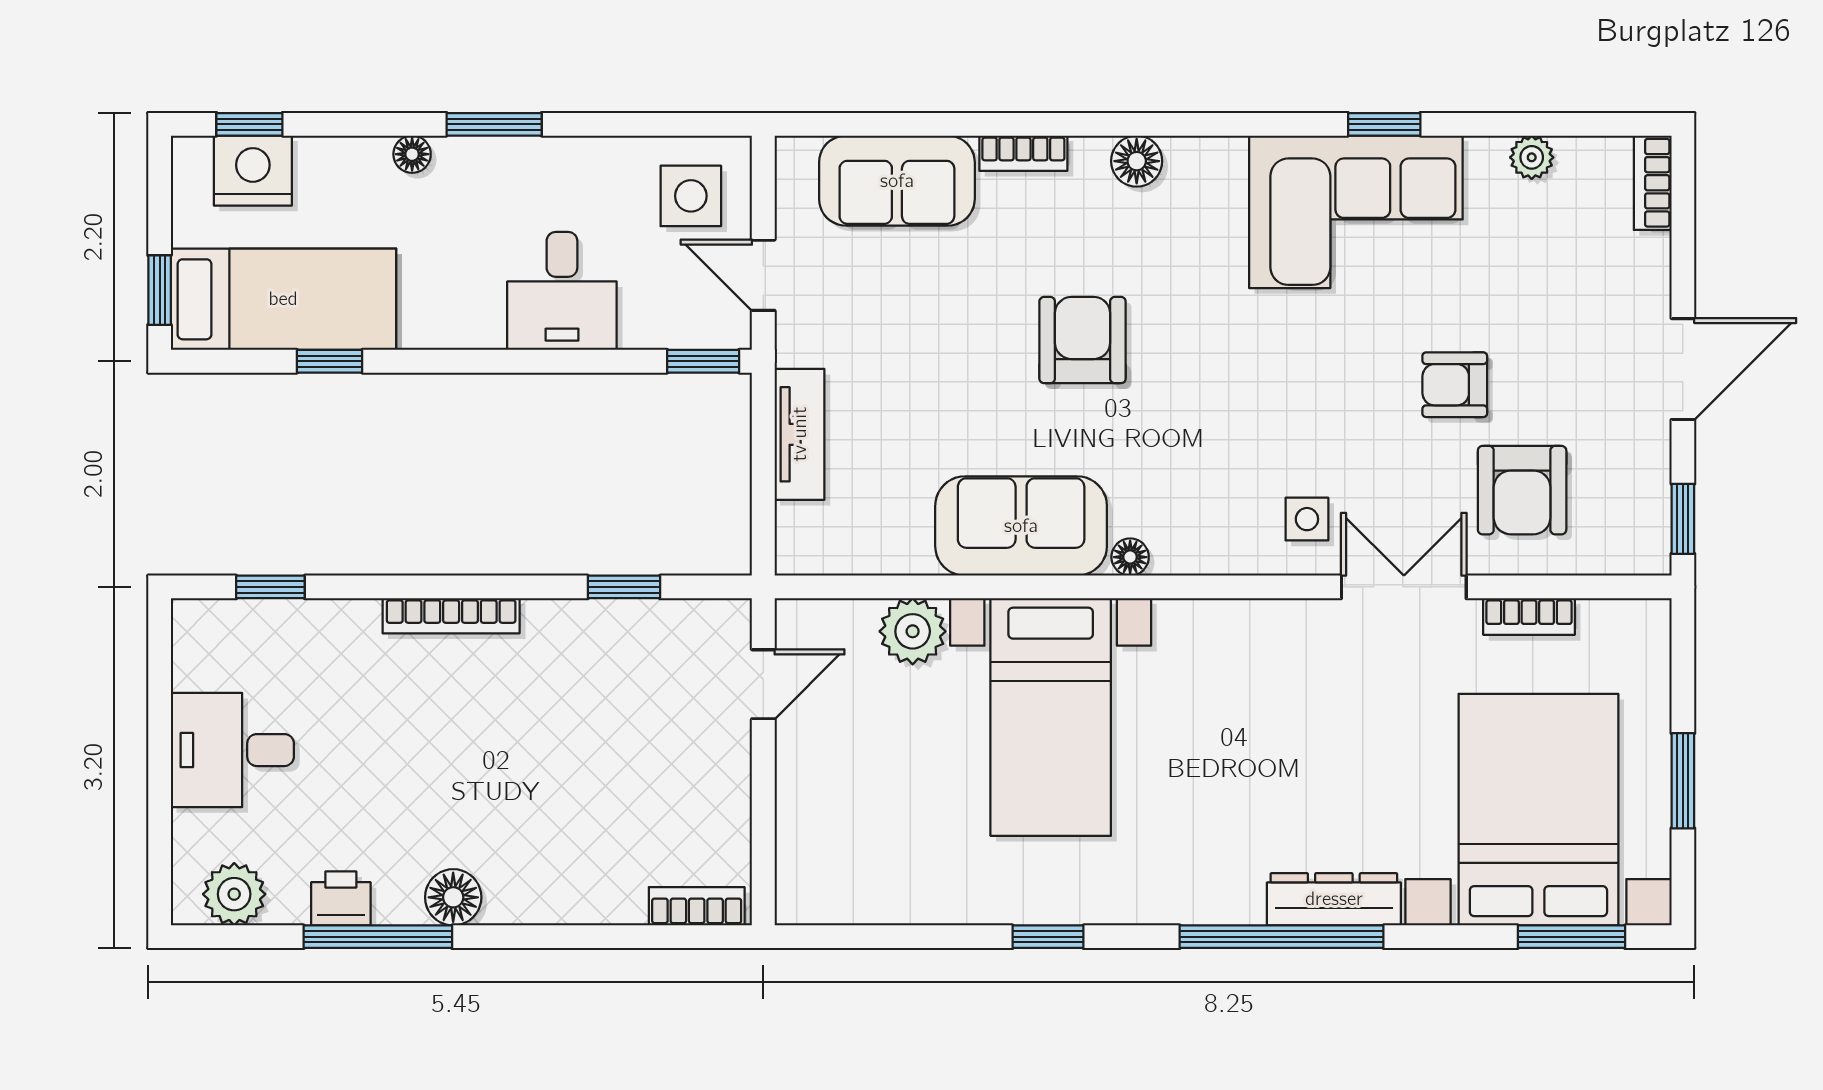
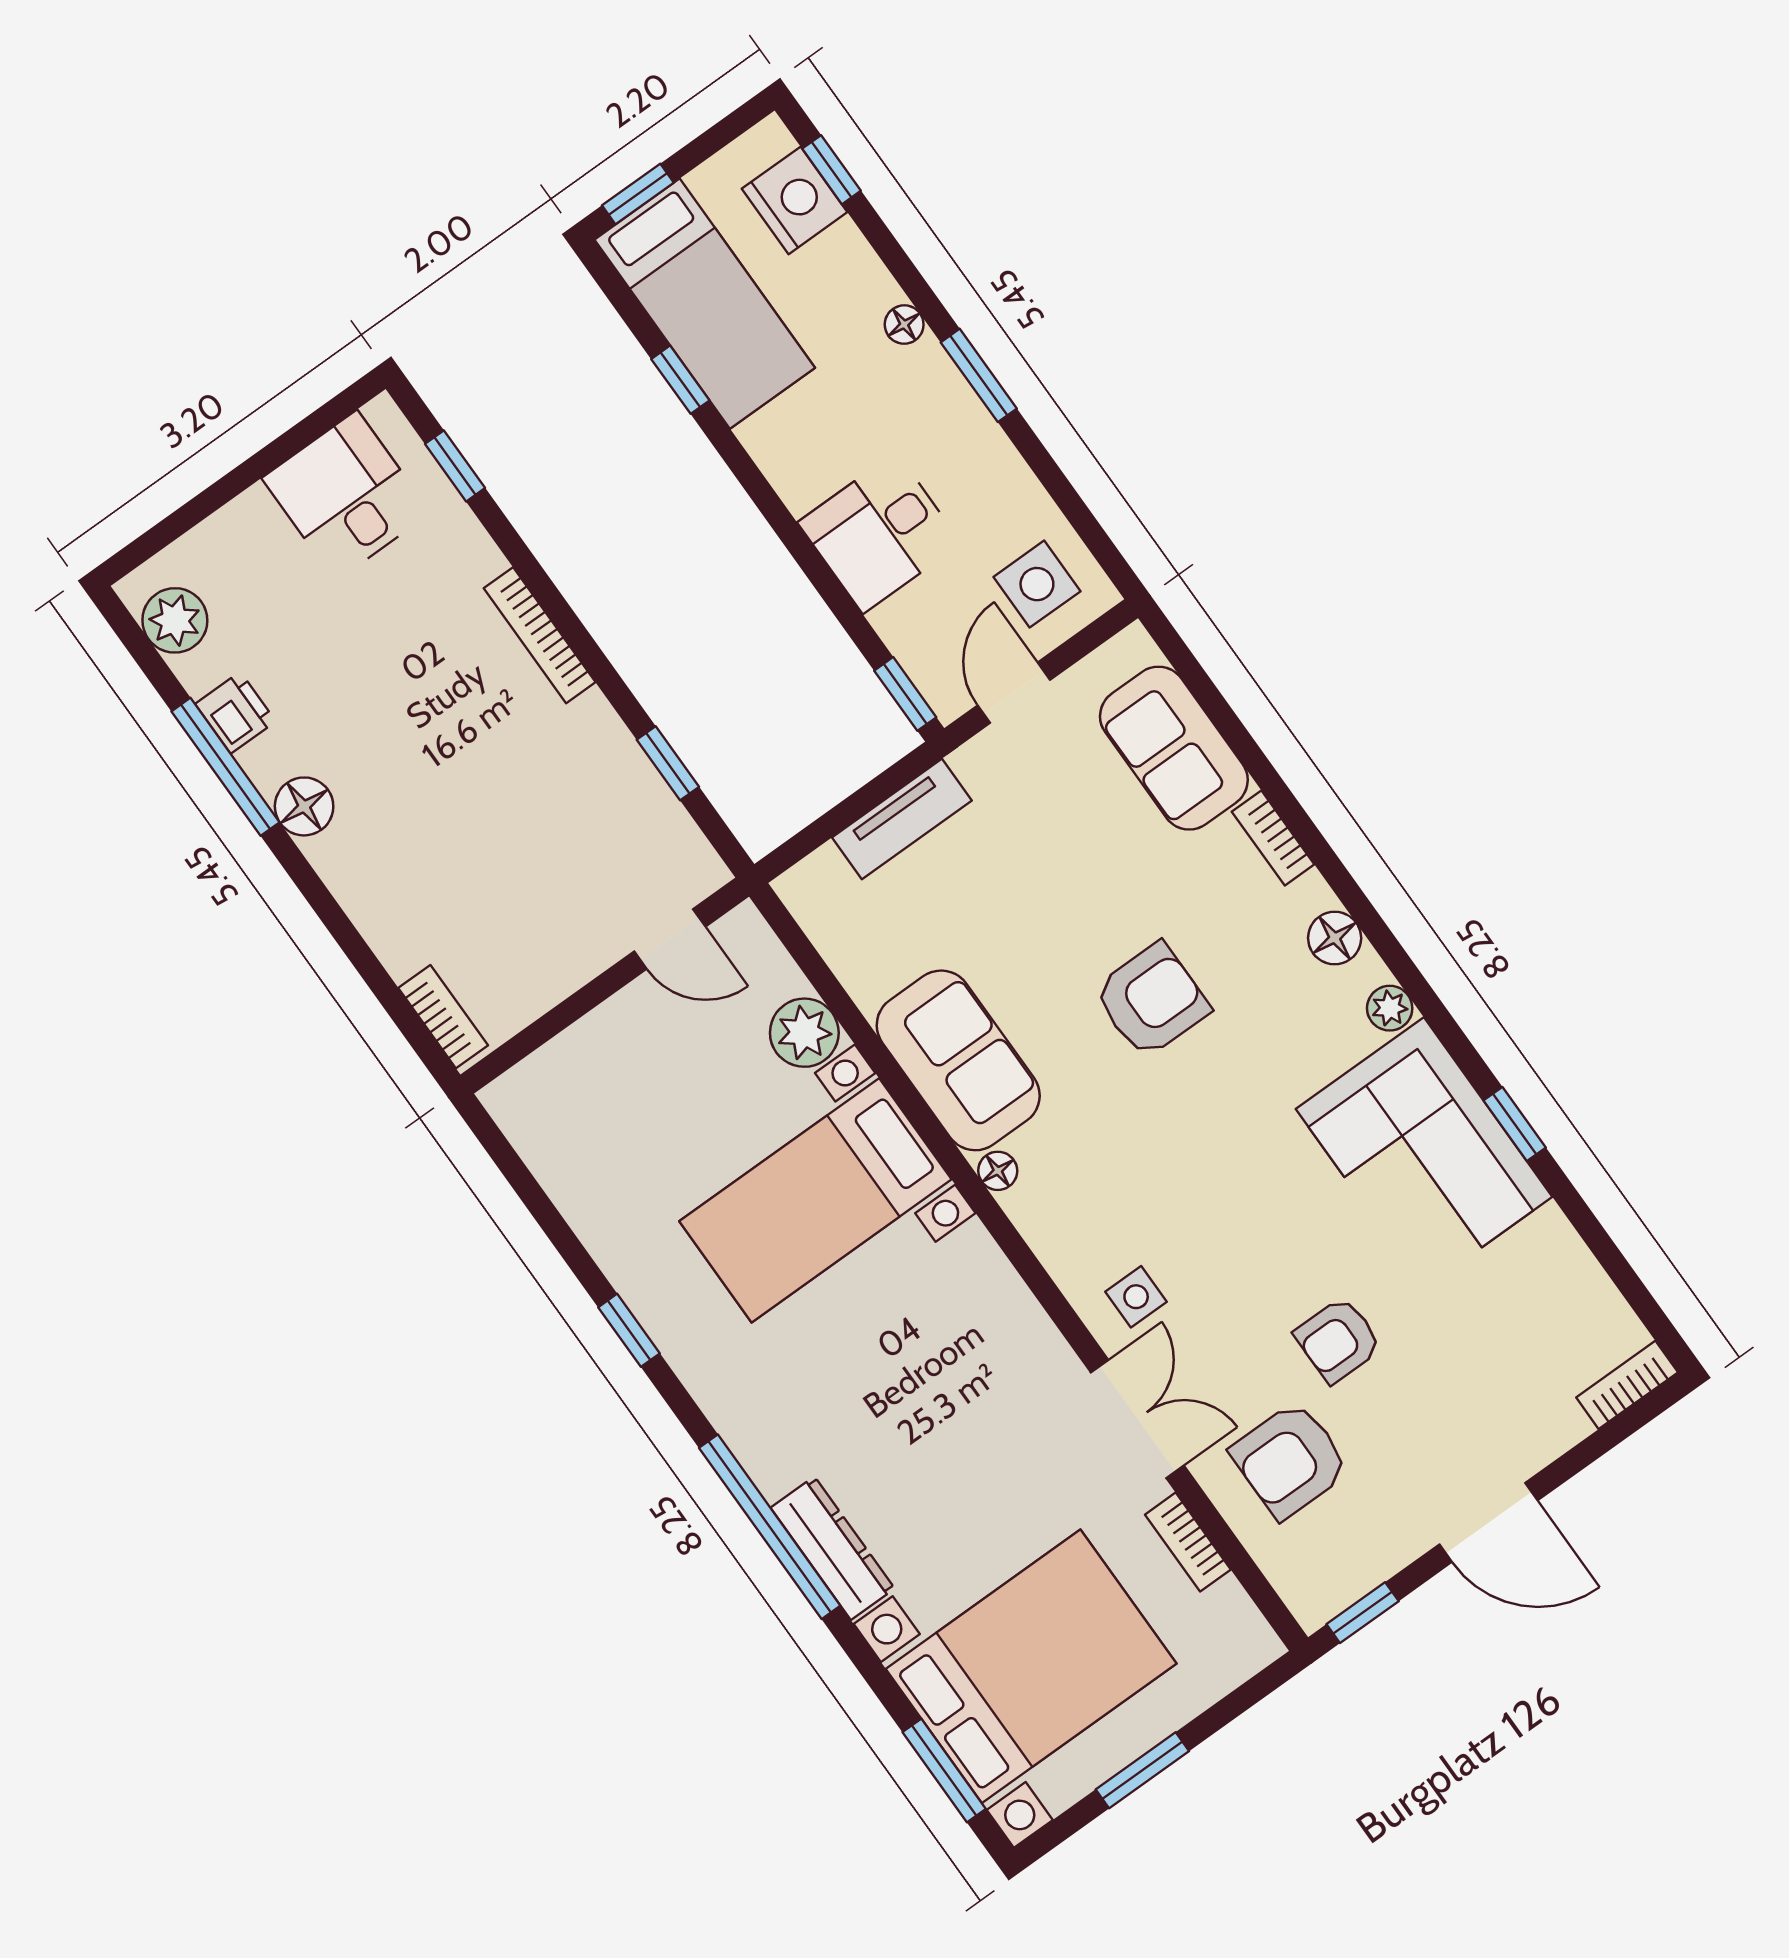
plant: (1532, 157) -> (1390, 1008), moved
armchair: (1455, 385) -> (1338, 1340), turned -90
desk: (232, 750) -> (346, 496), moved

